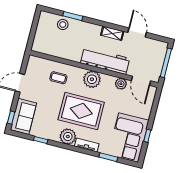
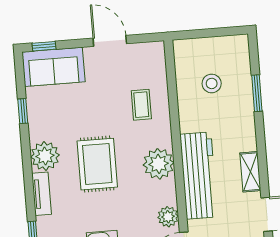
stool: (63, 25) -> (212, 83), moved
rug: (81, 111) -> (97, 164), width x0.73, depth x0.69

